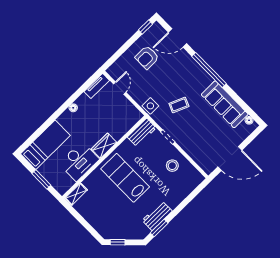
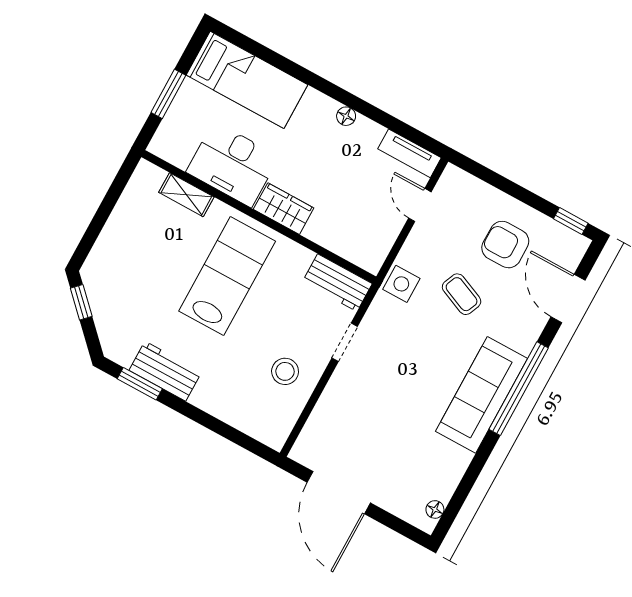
door: (120, 88) -> (420, 205), swing flipped
sofa: (225, 104) -> (482, 395), moved
coffee table: (179, 105) -> (462, 294), moved
shelving: (76, 194) -> (186, 195), moved

